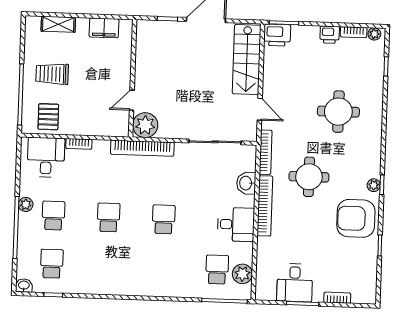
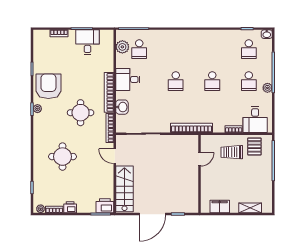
trolley: (52, 74) -> (232, 152), moved, turned 180
plant: (145, 125) -> (190, 143), removed
armchair: (356, 218) -> (48, 86), turned -90

